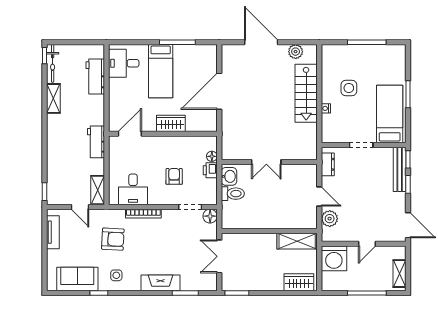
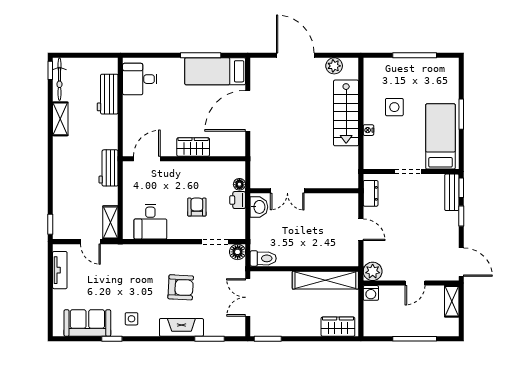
bed: (161, 71) -> (215, 71), moved, turned 90
double door: (266, 162) -> (287, 191), moved
bench: (400, 169) -> (452, 192), width x0.73
toilet: (233, 194) -> (263, 258), moved
bookcase: (143, 214) -> (162, 249), removed
plant: (330, 219) -> (373, 271), moved
armchair: (113, 239) -> (181, 287), moved
shelving: (297, 241) -> (325, 280), width x1.47
washing machine: (334, 258) -> (371, 293), width x0.53, depth x0.53
shelving: (400, 274) -> (452, 301), moved

